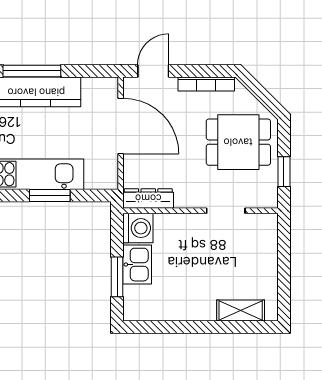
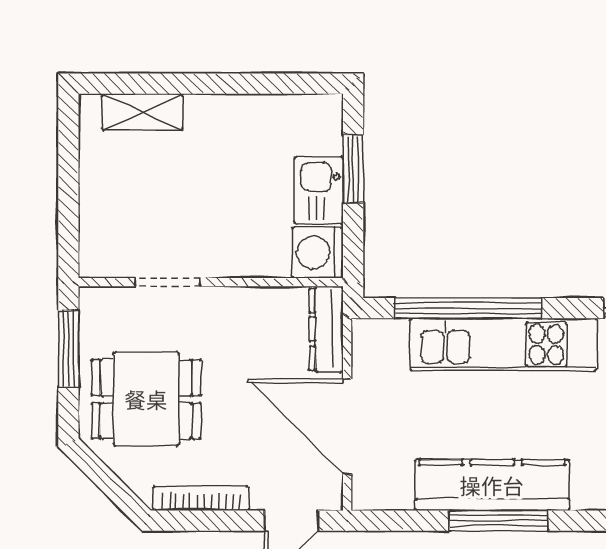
window: (284, 172) -> (68, 349), width x1.50
window: (50, 195) -> (468, 308), width x2.11
dresser: (148, 198) -> (326, 329), moved, turned 90

